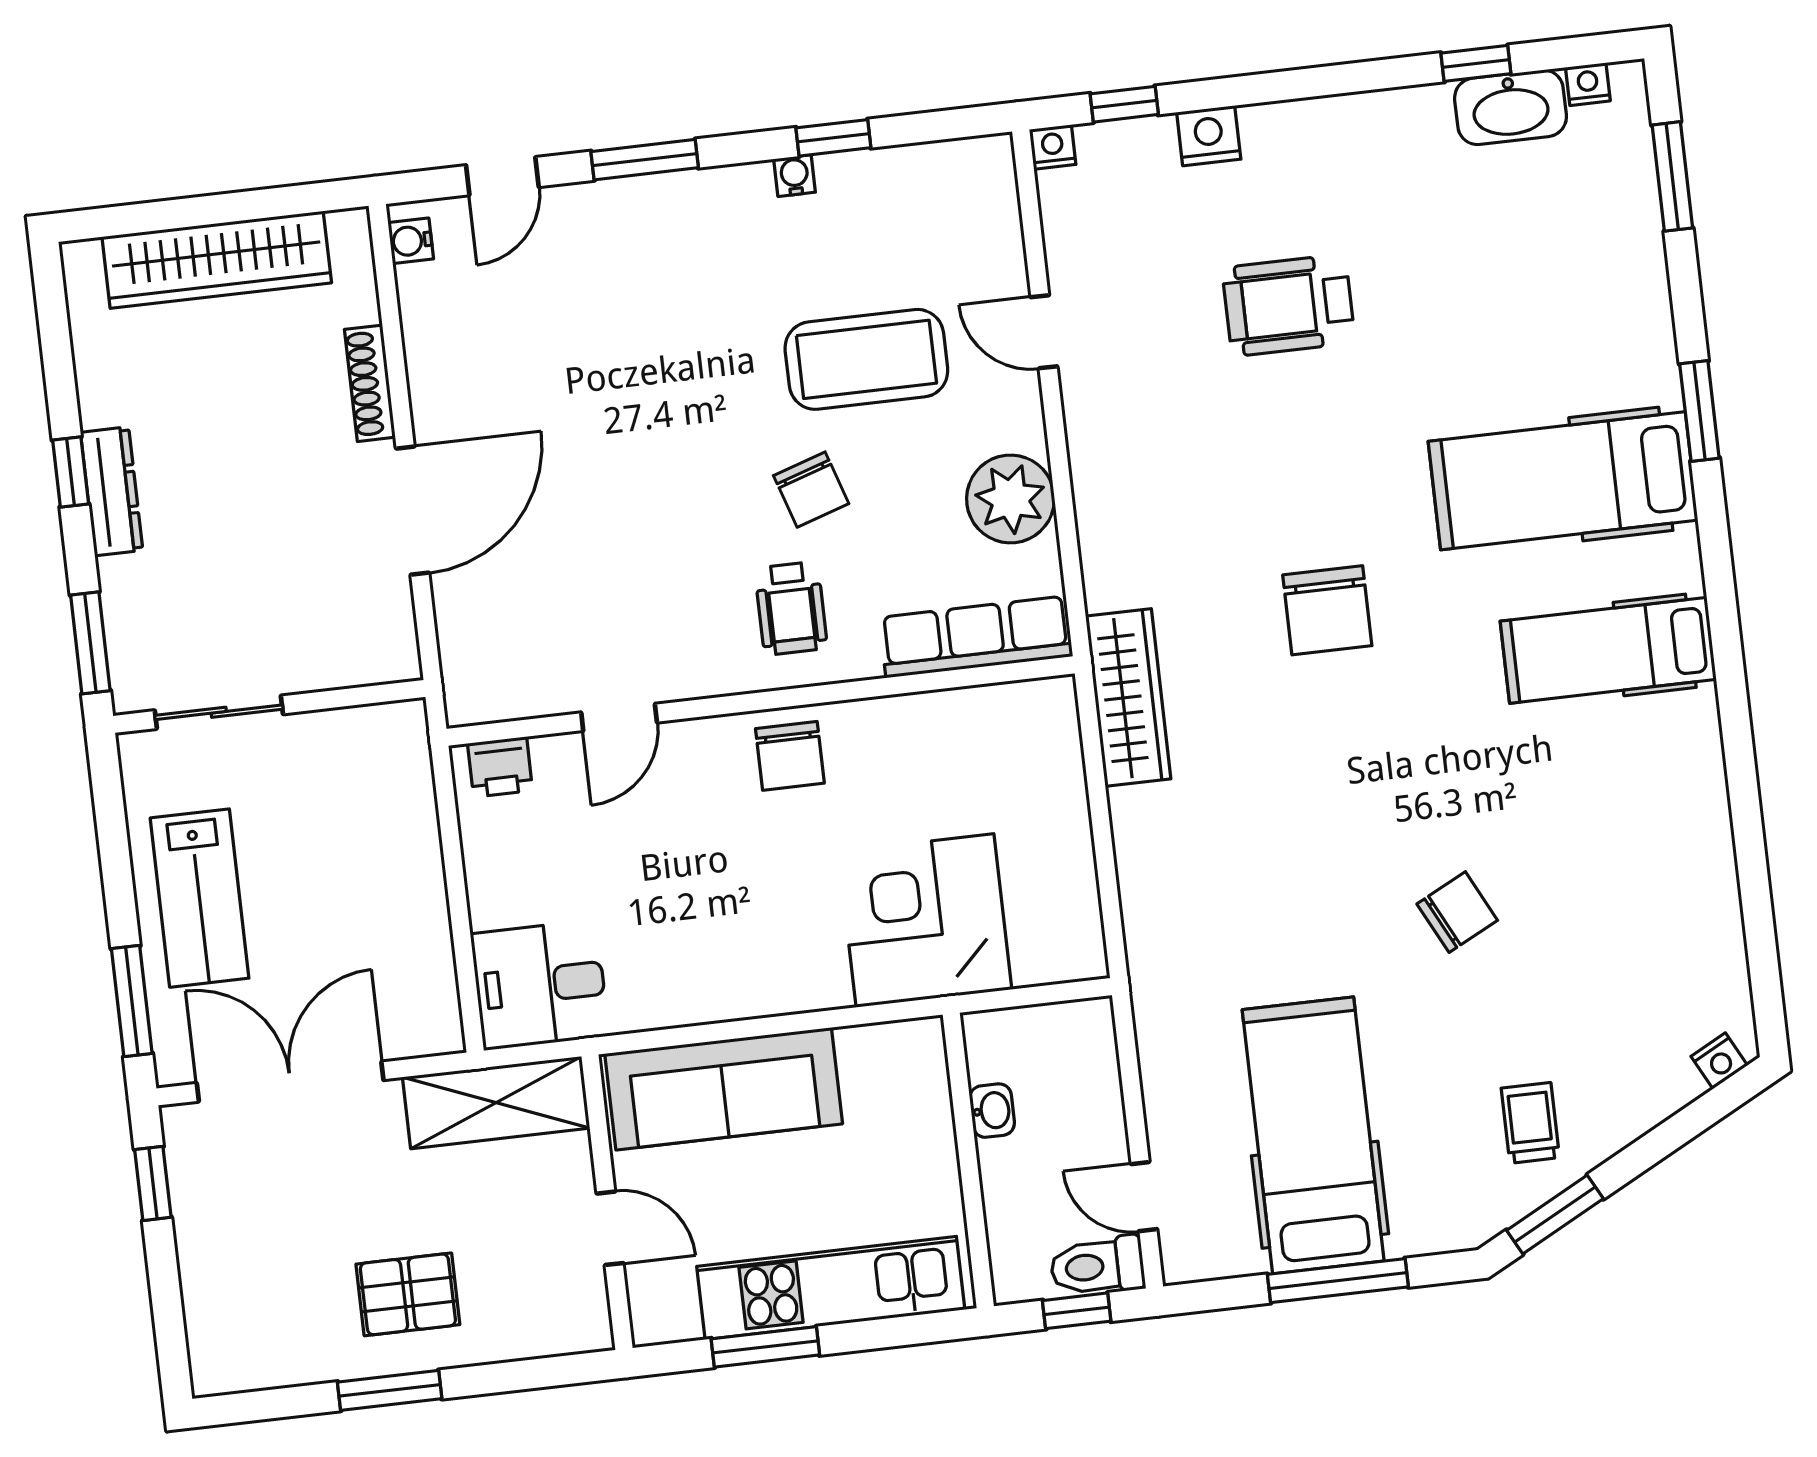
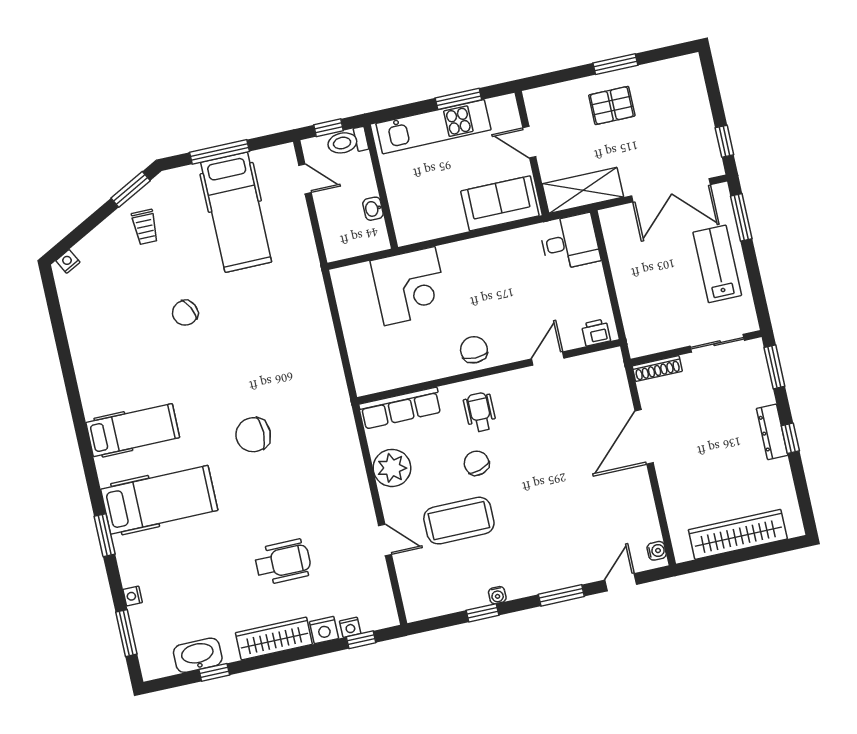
nightstand: (1588, 84) -> (133, 596), moved, turned 90
nightstand: (1053, 147) -> (350, 627), moved
shoe rack: (370, 383) -> (657, 369), moved, turned 90
chair: (1327, 610) -> (253, 435), turned -90
wardrobe: (1128, 697) -> (274, 638), moved, turned 90
sofa: (724, 1089) -> (500, 203), width x0.73
toilet: (1097, 1266) -> (347, 142), moved, turned 180

